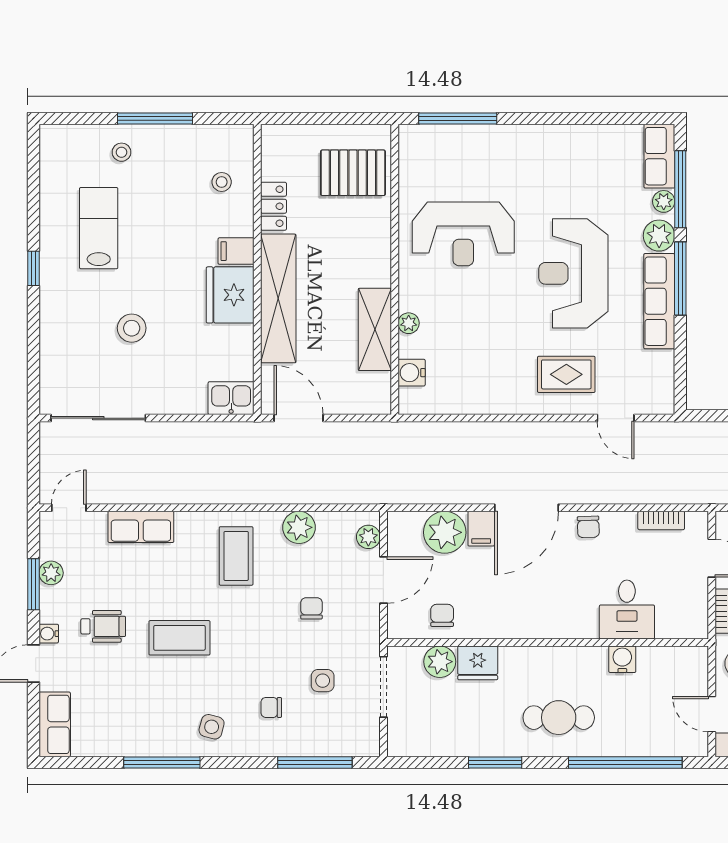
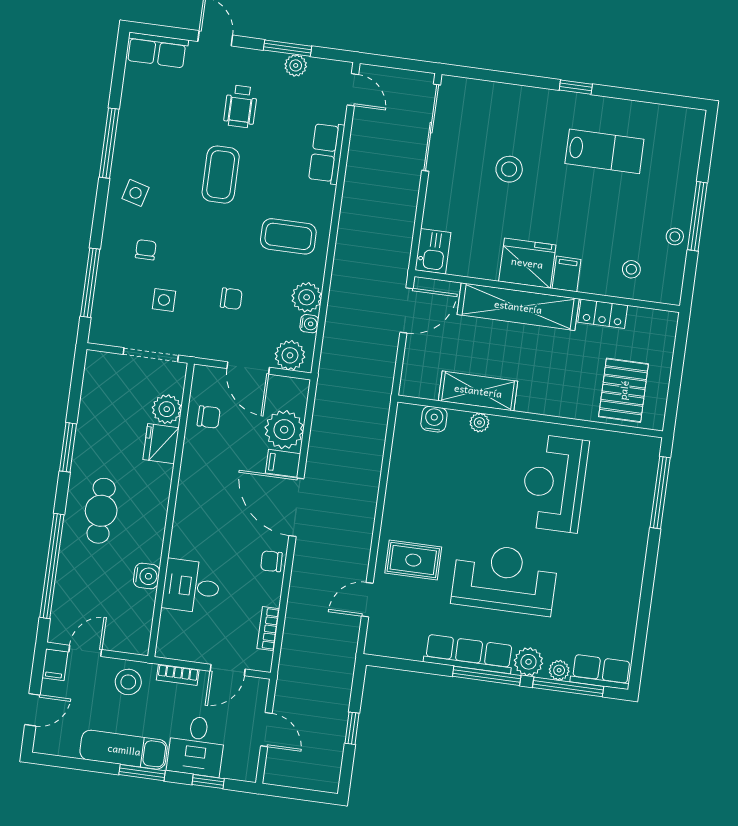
stool: (122, 152) -> (675, 236), moved
rug: (566, 374) -> (413, 560), turned 90
plant: (368, 537) -> (290, 355), width x1.38, depth x1.38
water cooler: (49, 634) -> (309, 324), moved, turned 90

